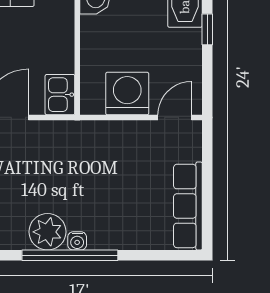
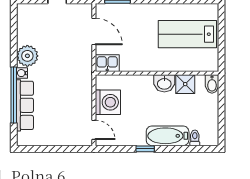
row of seats: (188, 206) -> (25, 105), moved, turned 90
window: (70, 255) -> (14, 95), moved

